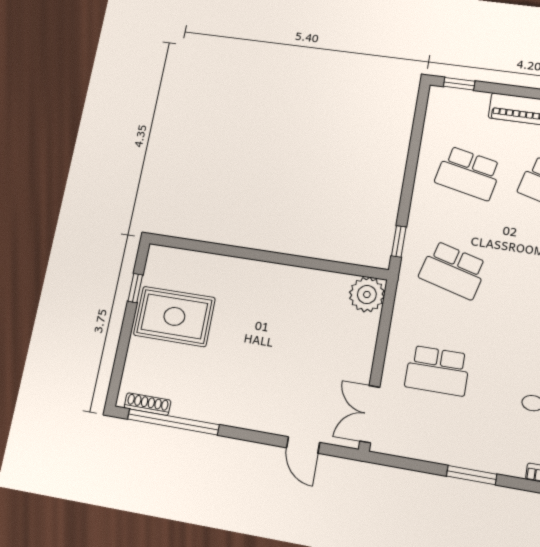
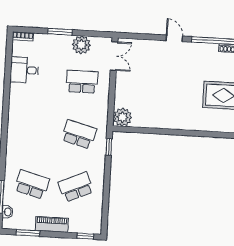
school desk: (468, 173) -> (76, 187), turned -36
plant: (431, 444) -> (81, 45), added
door: (303, 445) -> (174, 38), moved

